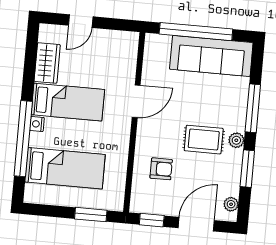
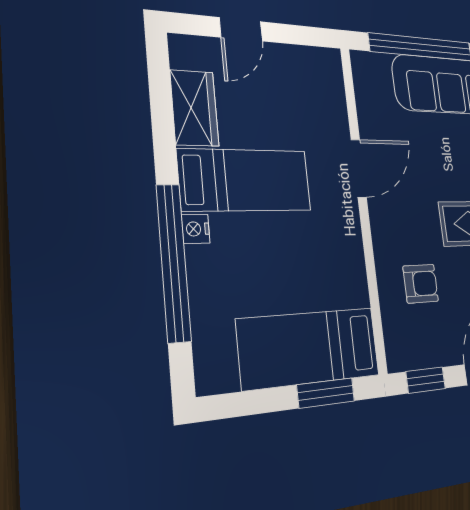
bed: (65, 168) -> (309, 348), moved, turned 180

